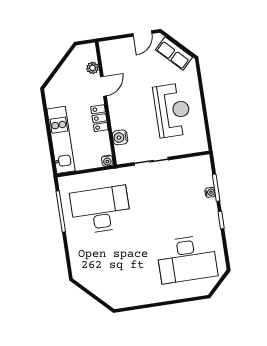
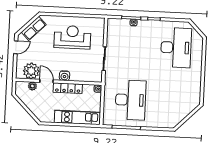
door: (142, 33) -> (16, 47), hinge flipped
plant: (113, 62) -> (31, 71), added
locker: (99, 118) -> (68, 88), width x1.53
water cooler: (120, 137) -> (64, 76), moved
desk: (100, 210) -> (131, 100), turned 180

